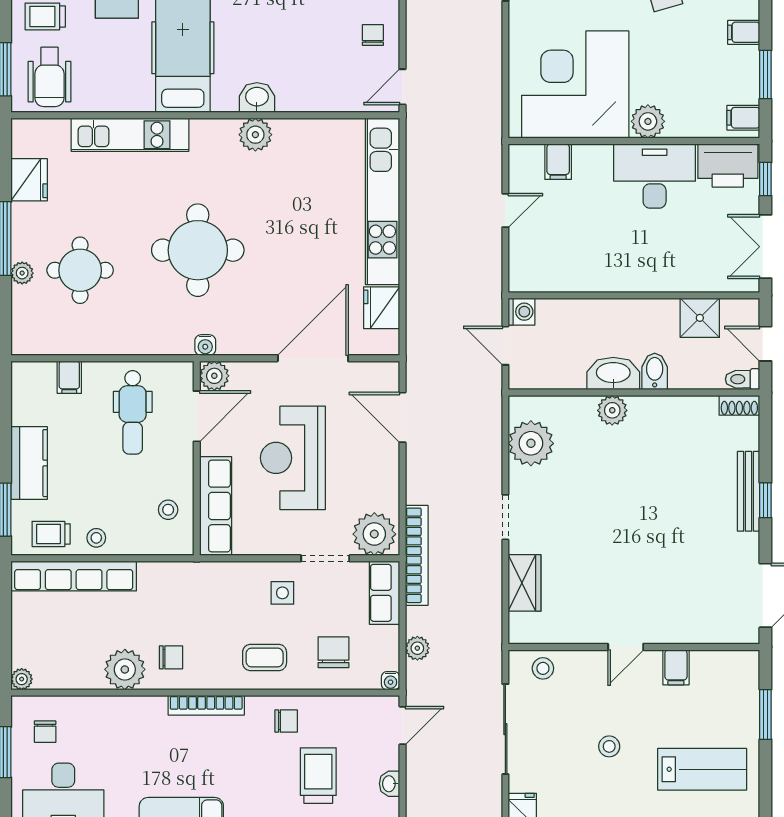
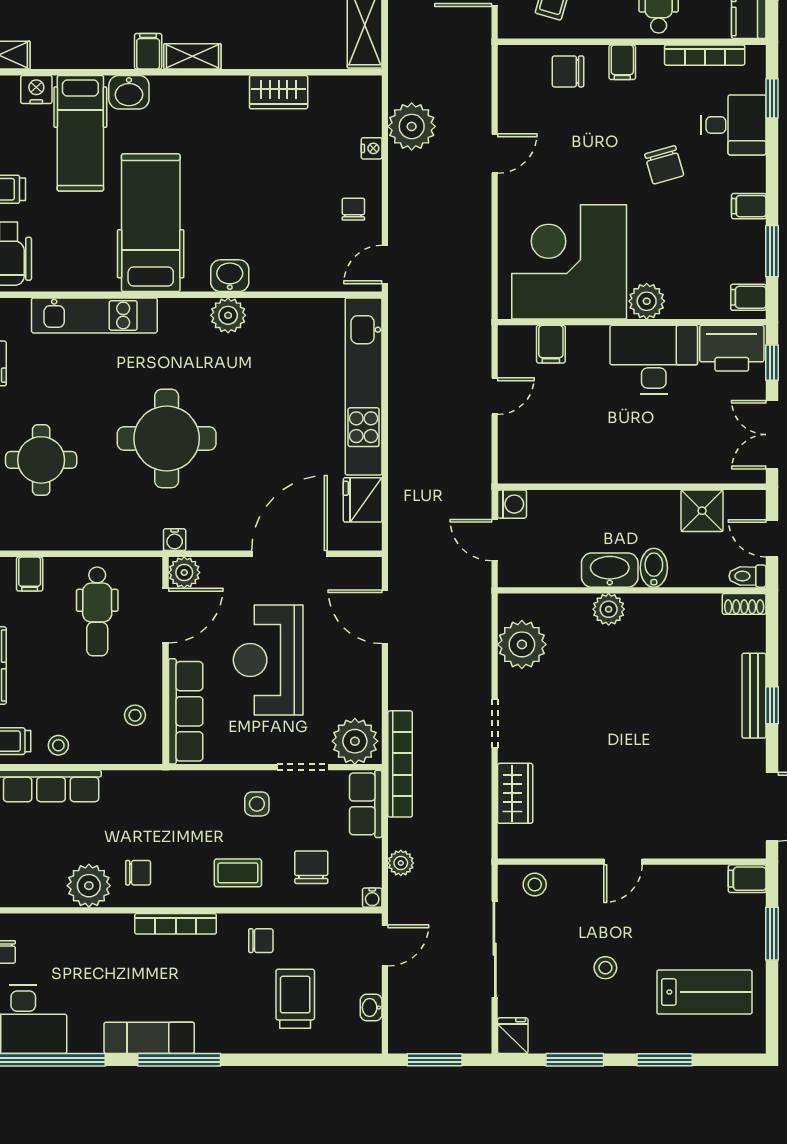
filing cabinet: (676, 667) -> (747, 879), moved, turned 90

